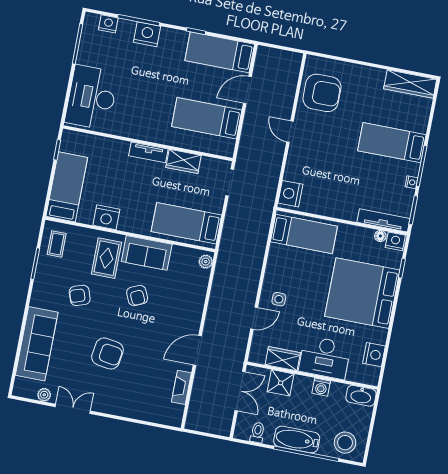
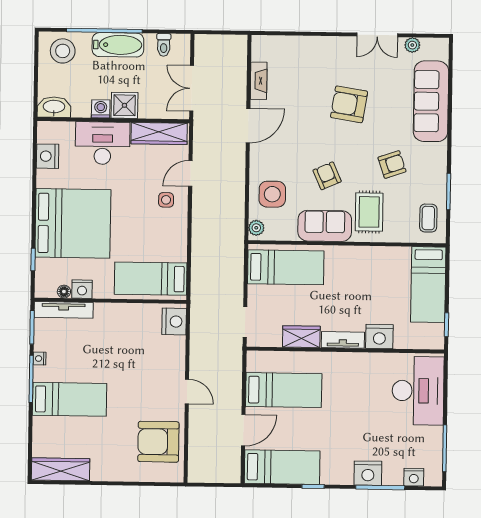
nightstand: (106, 217) -> (379, 337), moved, turned 180
nightstand: (395, 241) -> (82, 289), moved
side table: (187, 288) -> (272, 194), added
wardrobe: (283, 359) -> (159, 134), width x1.50
shower: (281, 383) -> (124, 105), moved

